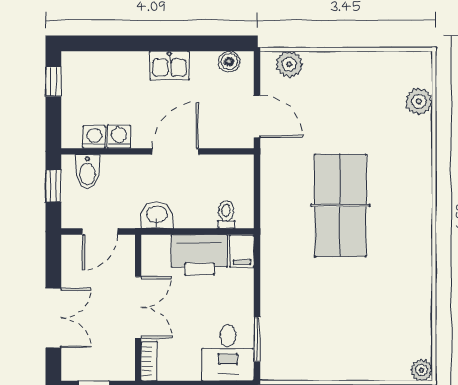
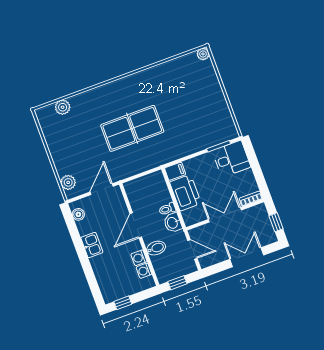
door: (175, 151) -> (136, 225), hinge flipped
bidet: (87, 172) -> (156, 248), moved
toilet: (226, 214) -> (167, 209), moved

